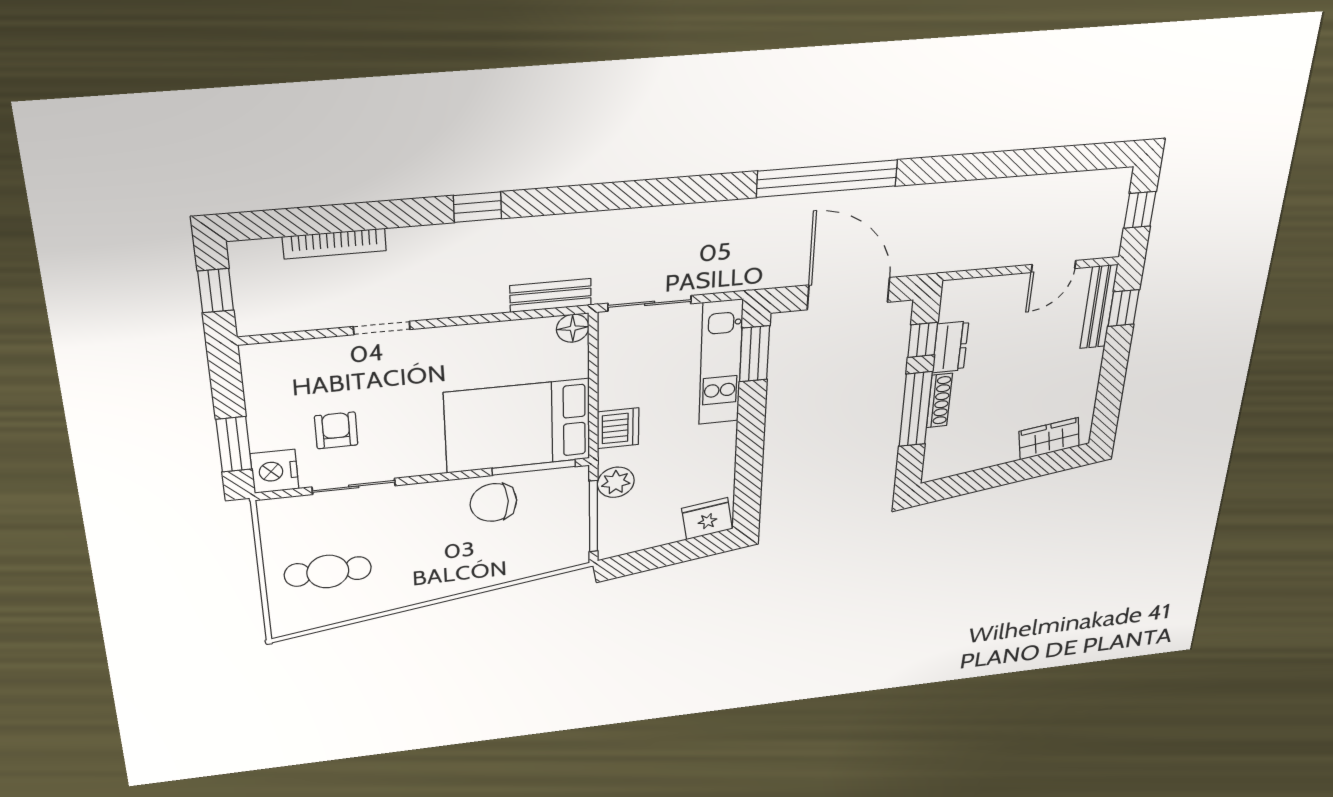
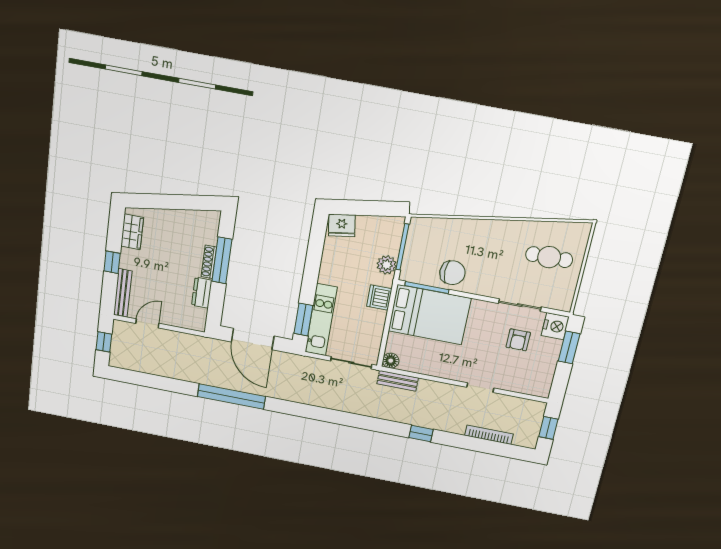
window: (827, 179) -> (231, 397), moved
window: (1124, 308) -> (112, 262), moved
window: (923, 340) -> (216, 301), removed
wardrobe: (1049, 439) -> (132, 232), moved, turned -81

